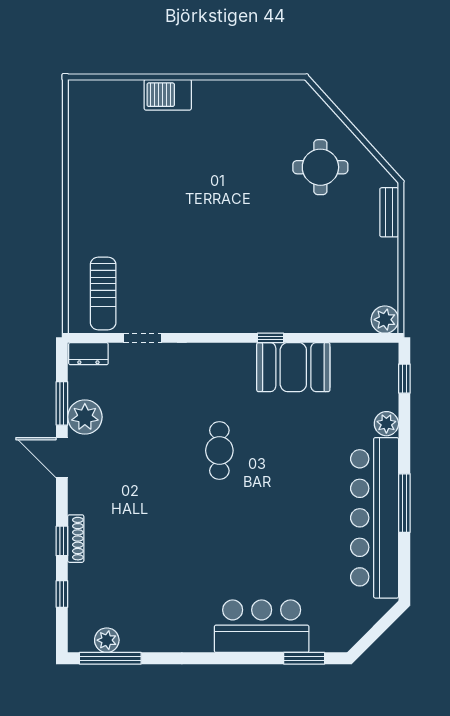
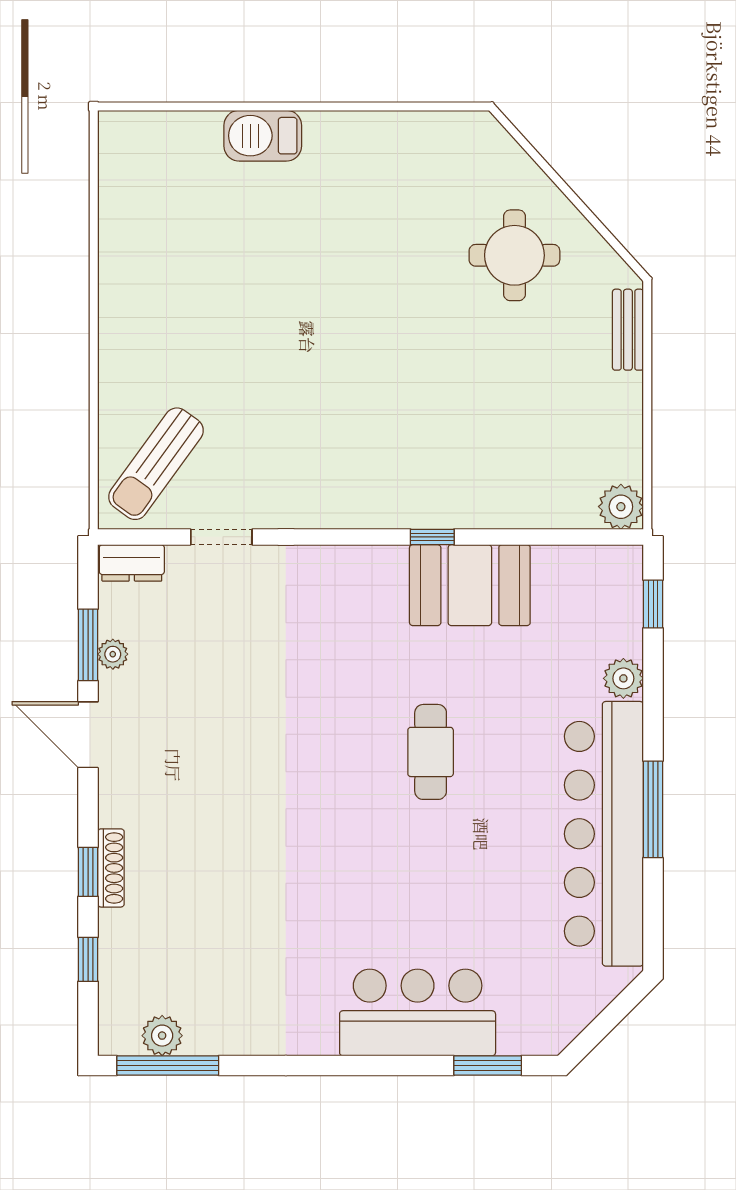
sun lounger: (103, 293) -> (156, 464), turned 36
plant: (85, 417) -> (113, 654), width x0.53, depth x0.53
cafe table: (219, 451) -> (431, 752), moved

